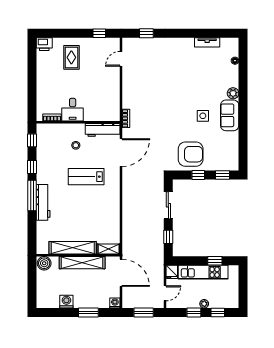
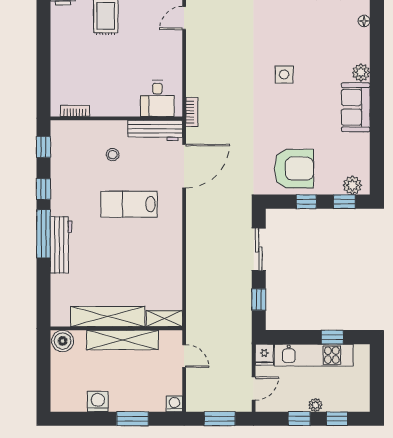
desk: (73, 110) -> (157, 98), moved
side table: (203, 116) -> (284, 75), moved
plant: (228, 165) -> (352, 185), added
door: (121, 273) -> (184, 356), width x0.53

